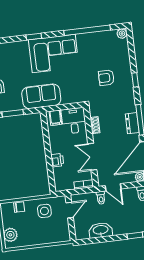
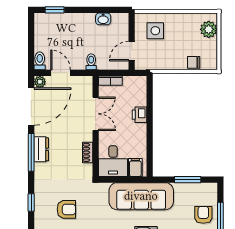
sofa: (41, 96) -> (141, 196), width x1.36
door: (113, 187) -> (61, 73), moved
side table: (44, 211) -> (155, 31), moved
washbasin: (101, 230) -> (103, 19), width x0.52, depth x0.69

